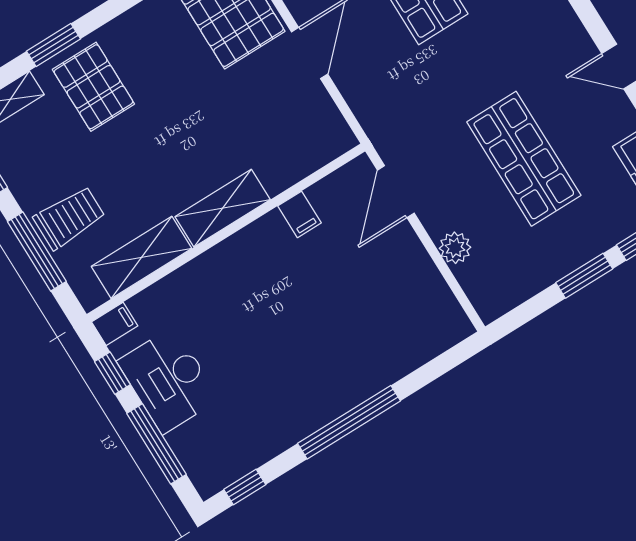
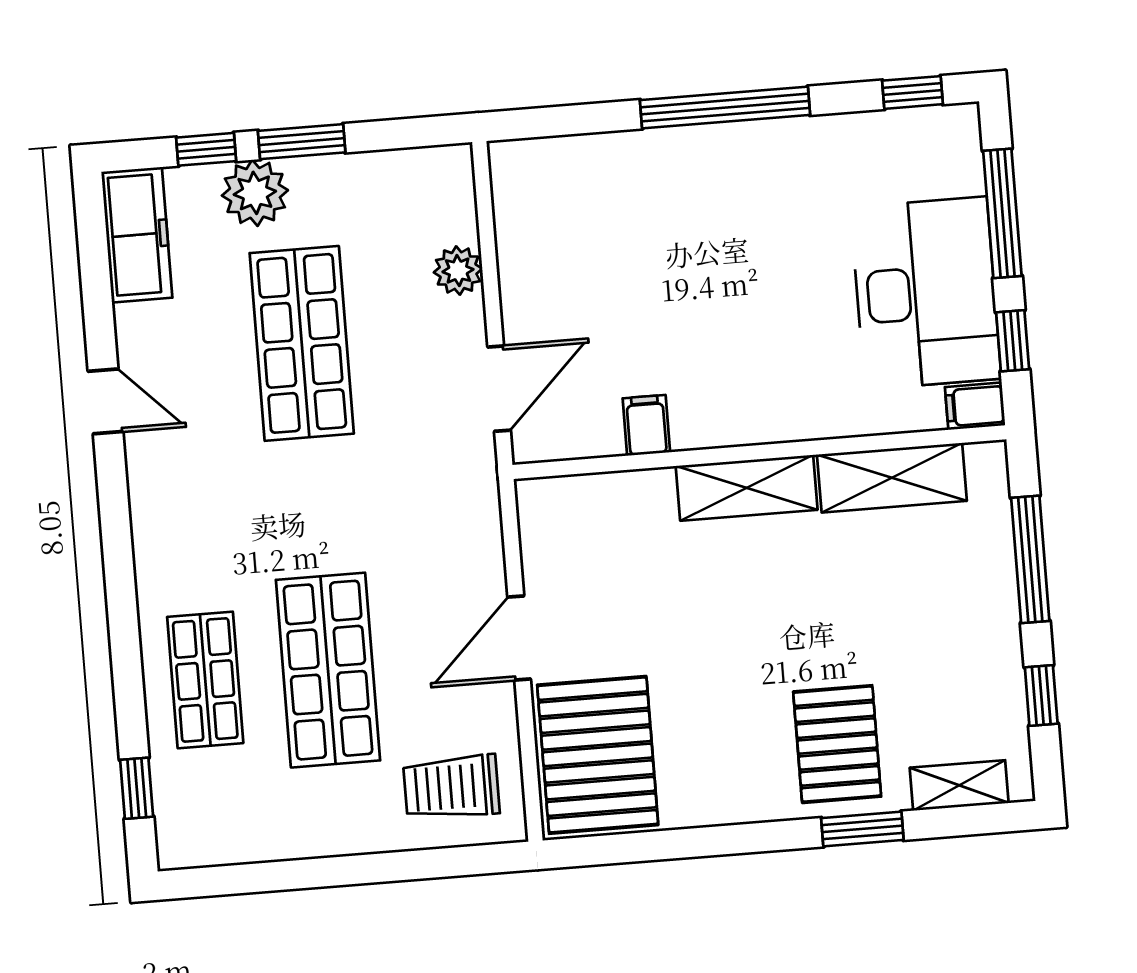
trolley: (69, 218) -> (962, 583), removed
plant: (596, 232) -> (255, 193), added
desk: (168, 380) -> (926, 293), width x1.36, depth x1.30

